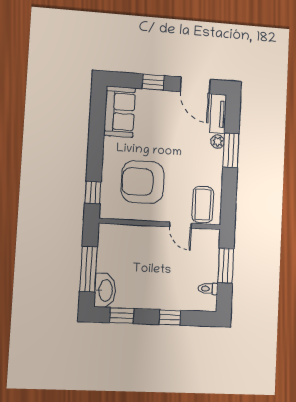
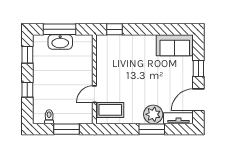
plant: (218, 142) -> (153, 114), width x1.88, depth x1.88
armchair: (143, 182) -> (124, 65), removed
washbasin: (105, 290) -> (60, 42), moved

